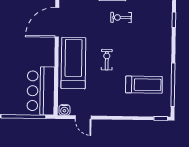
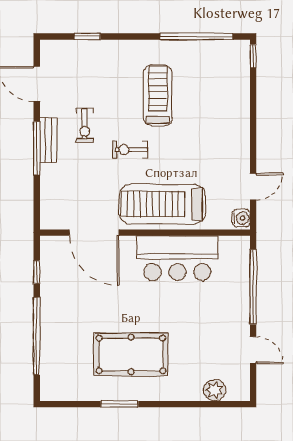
exercise bike: (107, 60) -> (130, 150), moved
treadmill: (144, 85) -> (158, 95), moved
bar counter: (41, 91) -> (177, 258), moved

